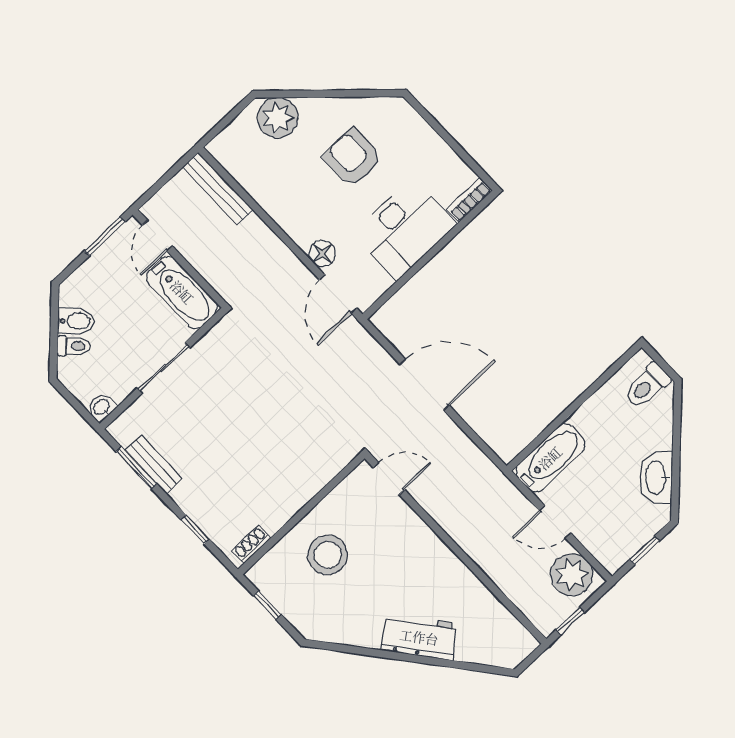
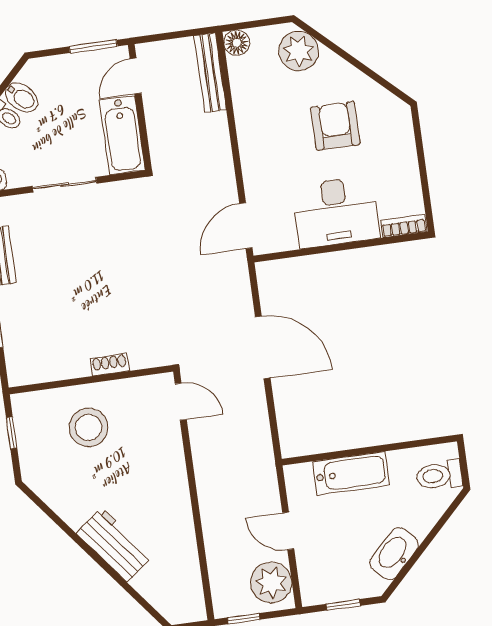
floor lamp: (322, 254) -> (237, 43), moved
bathtub: (550, 458) -> (351, 473), moved
shoe rack: (251, 544) -> (110, 365), moved

